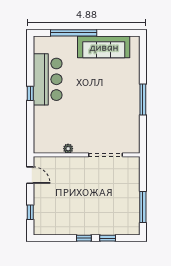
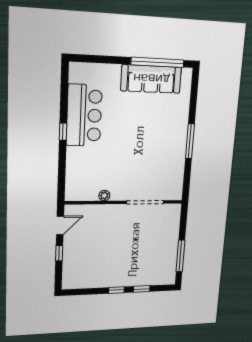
window: (74, 33) -> (158, 62), moved
door: (30, 175) -> (60, 225), hinge flipped
window: (30, 212) -> (59, 253), moved

